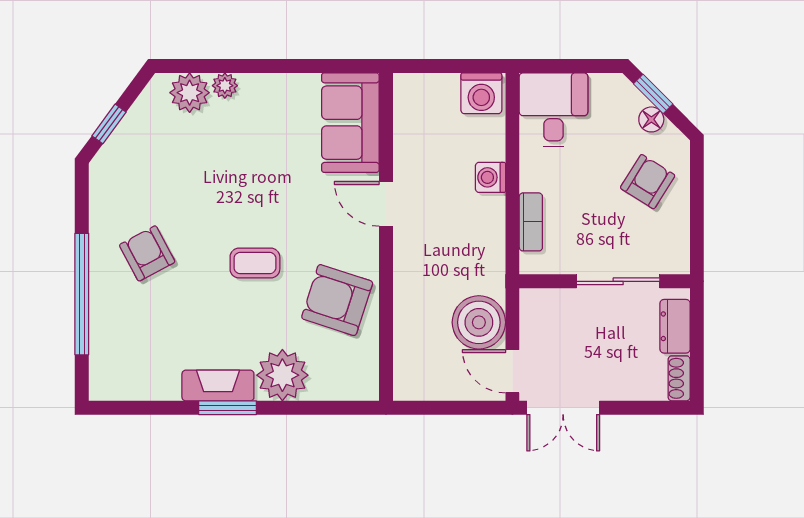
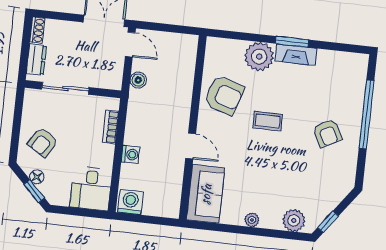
plant: (225, 86) -> (252, 220), moved
window: (109, 124) -> (328, 222), moved
boiler: (479, 322) -> (138, 80), width x0.54, depth x0.54

